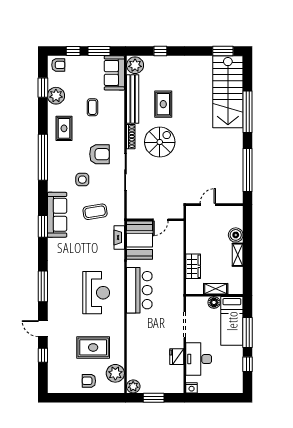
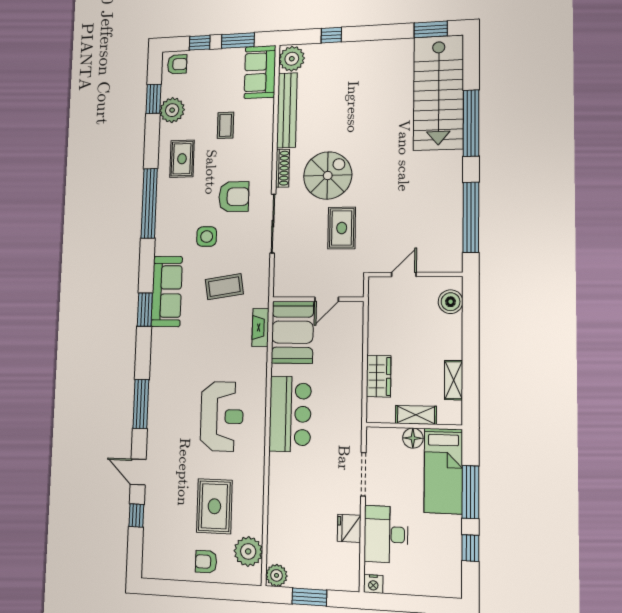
rug: (163, 104) -> (342, 228), moved
boiler: (236, 235) -> (451, 302), moved
shelving: (238, 255) -> (454, 380), moved
rug: (93, 347) -> (214, 506), turned 90

